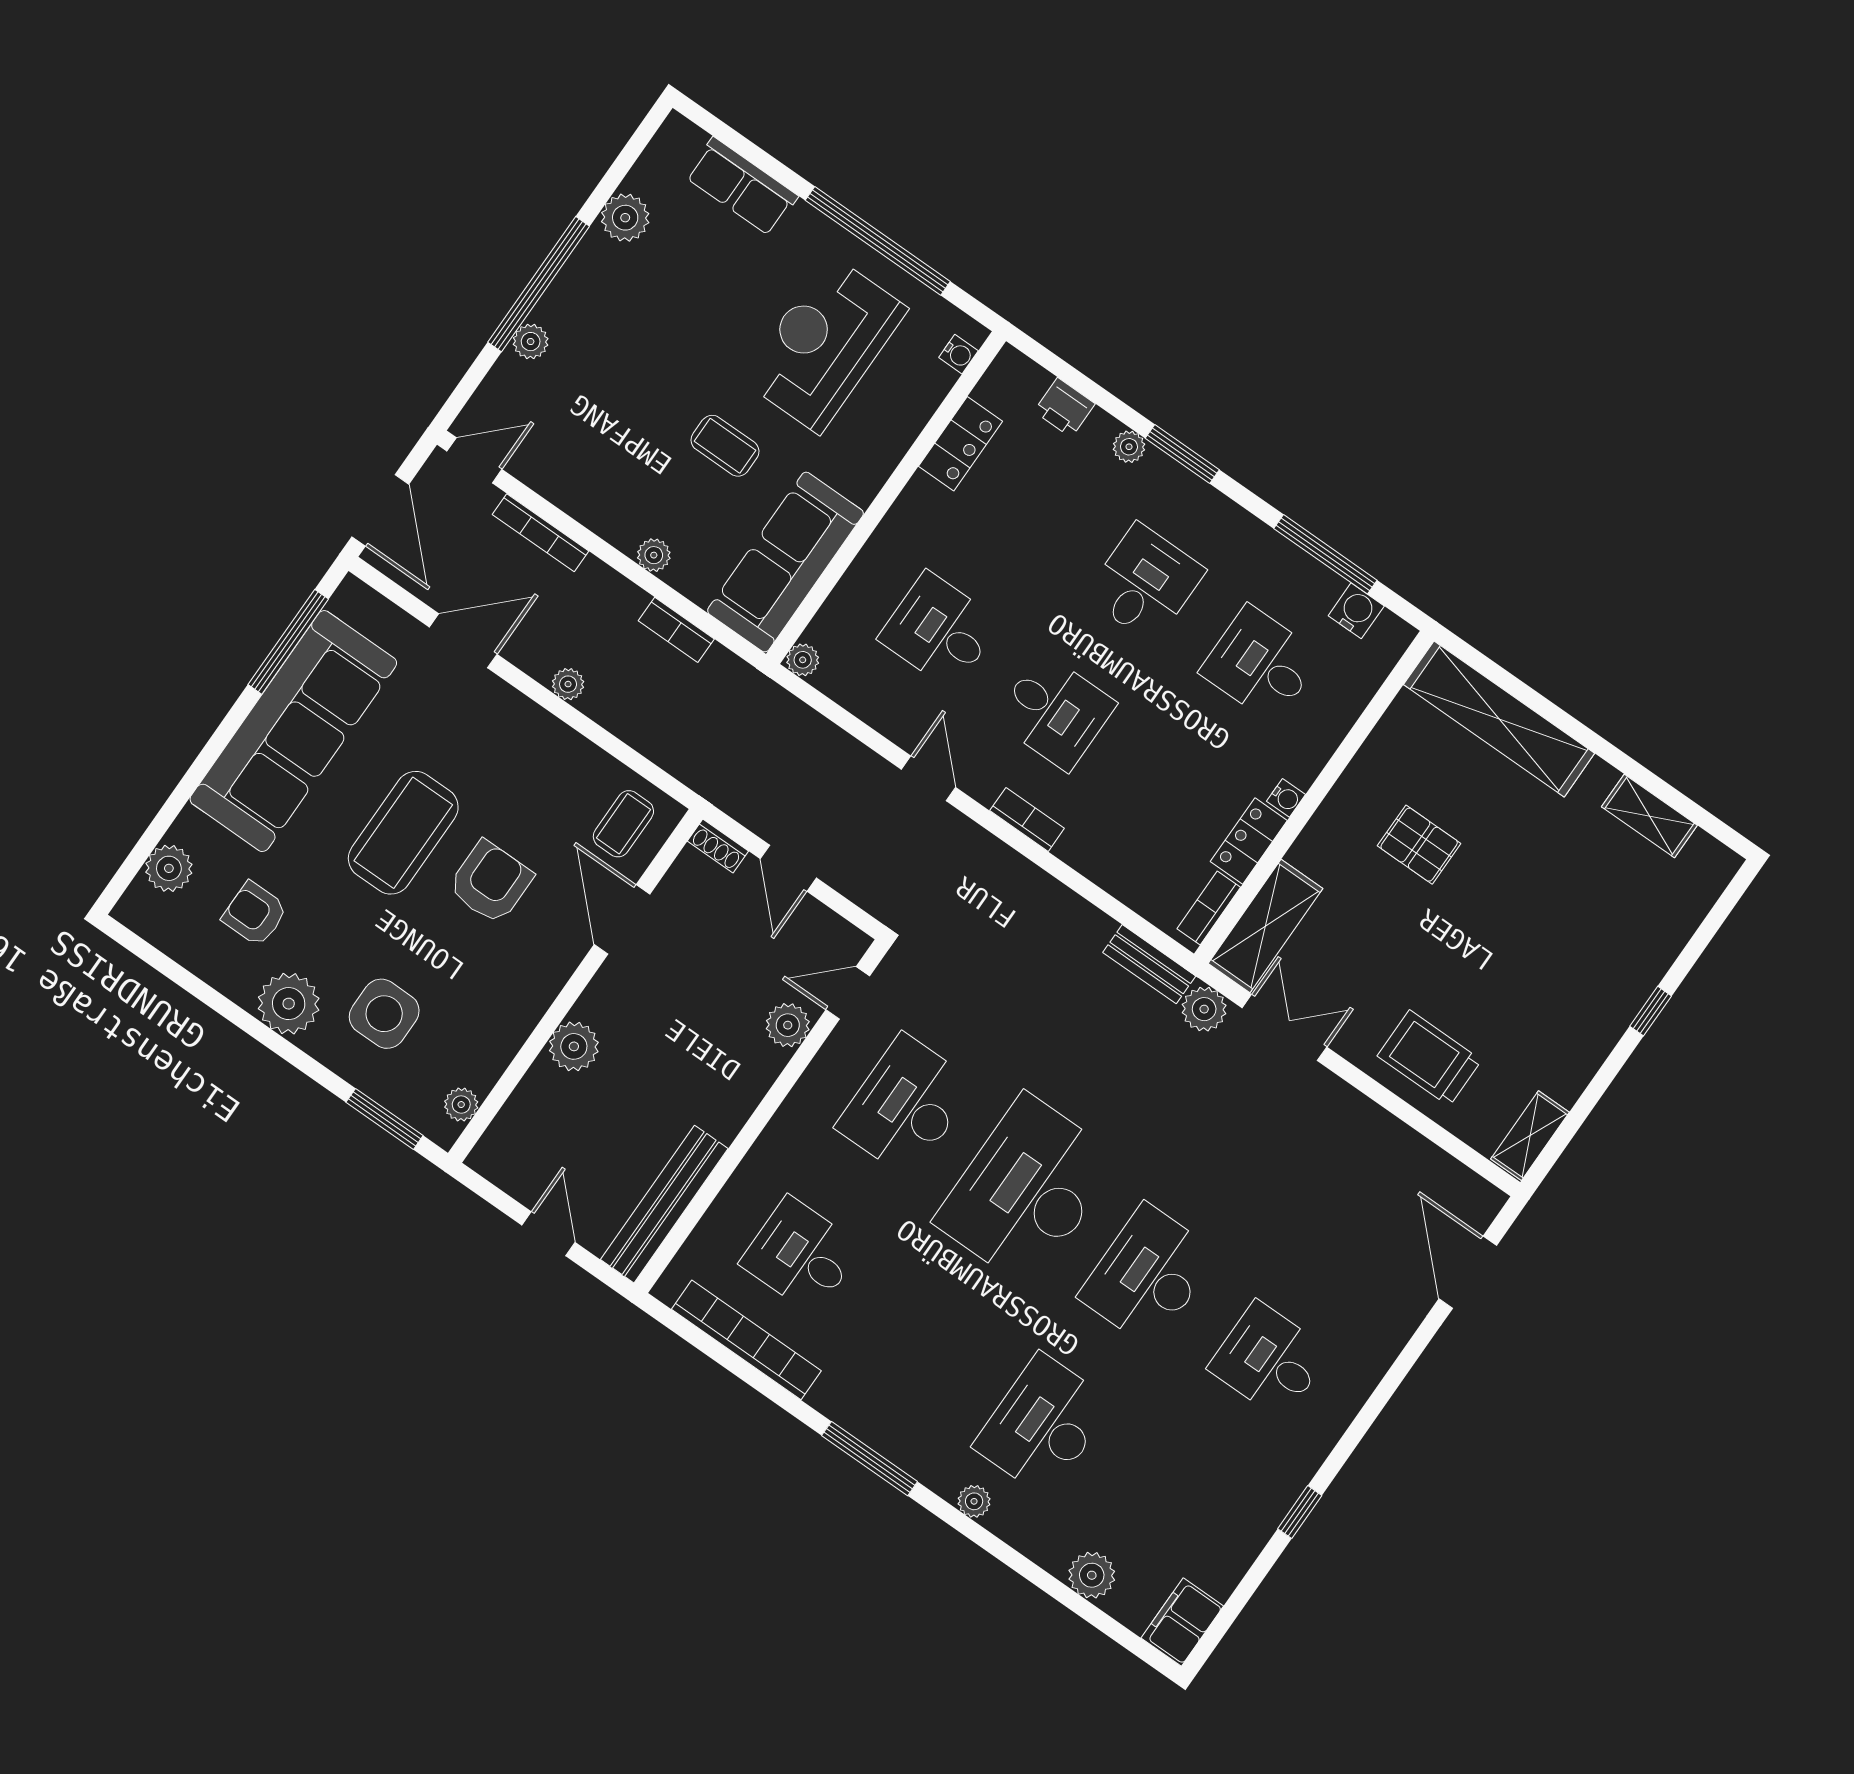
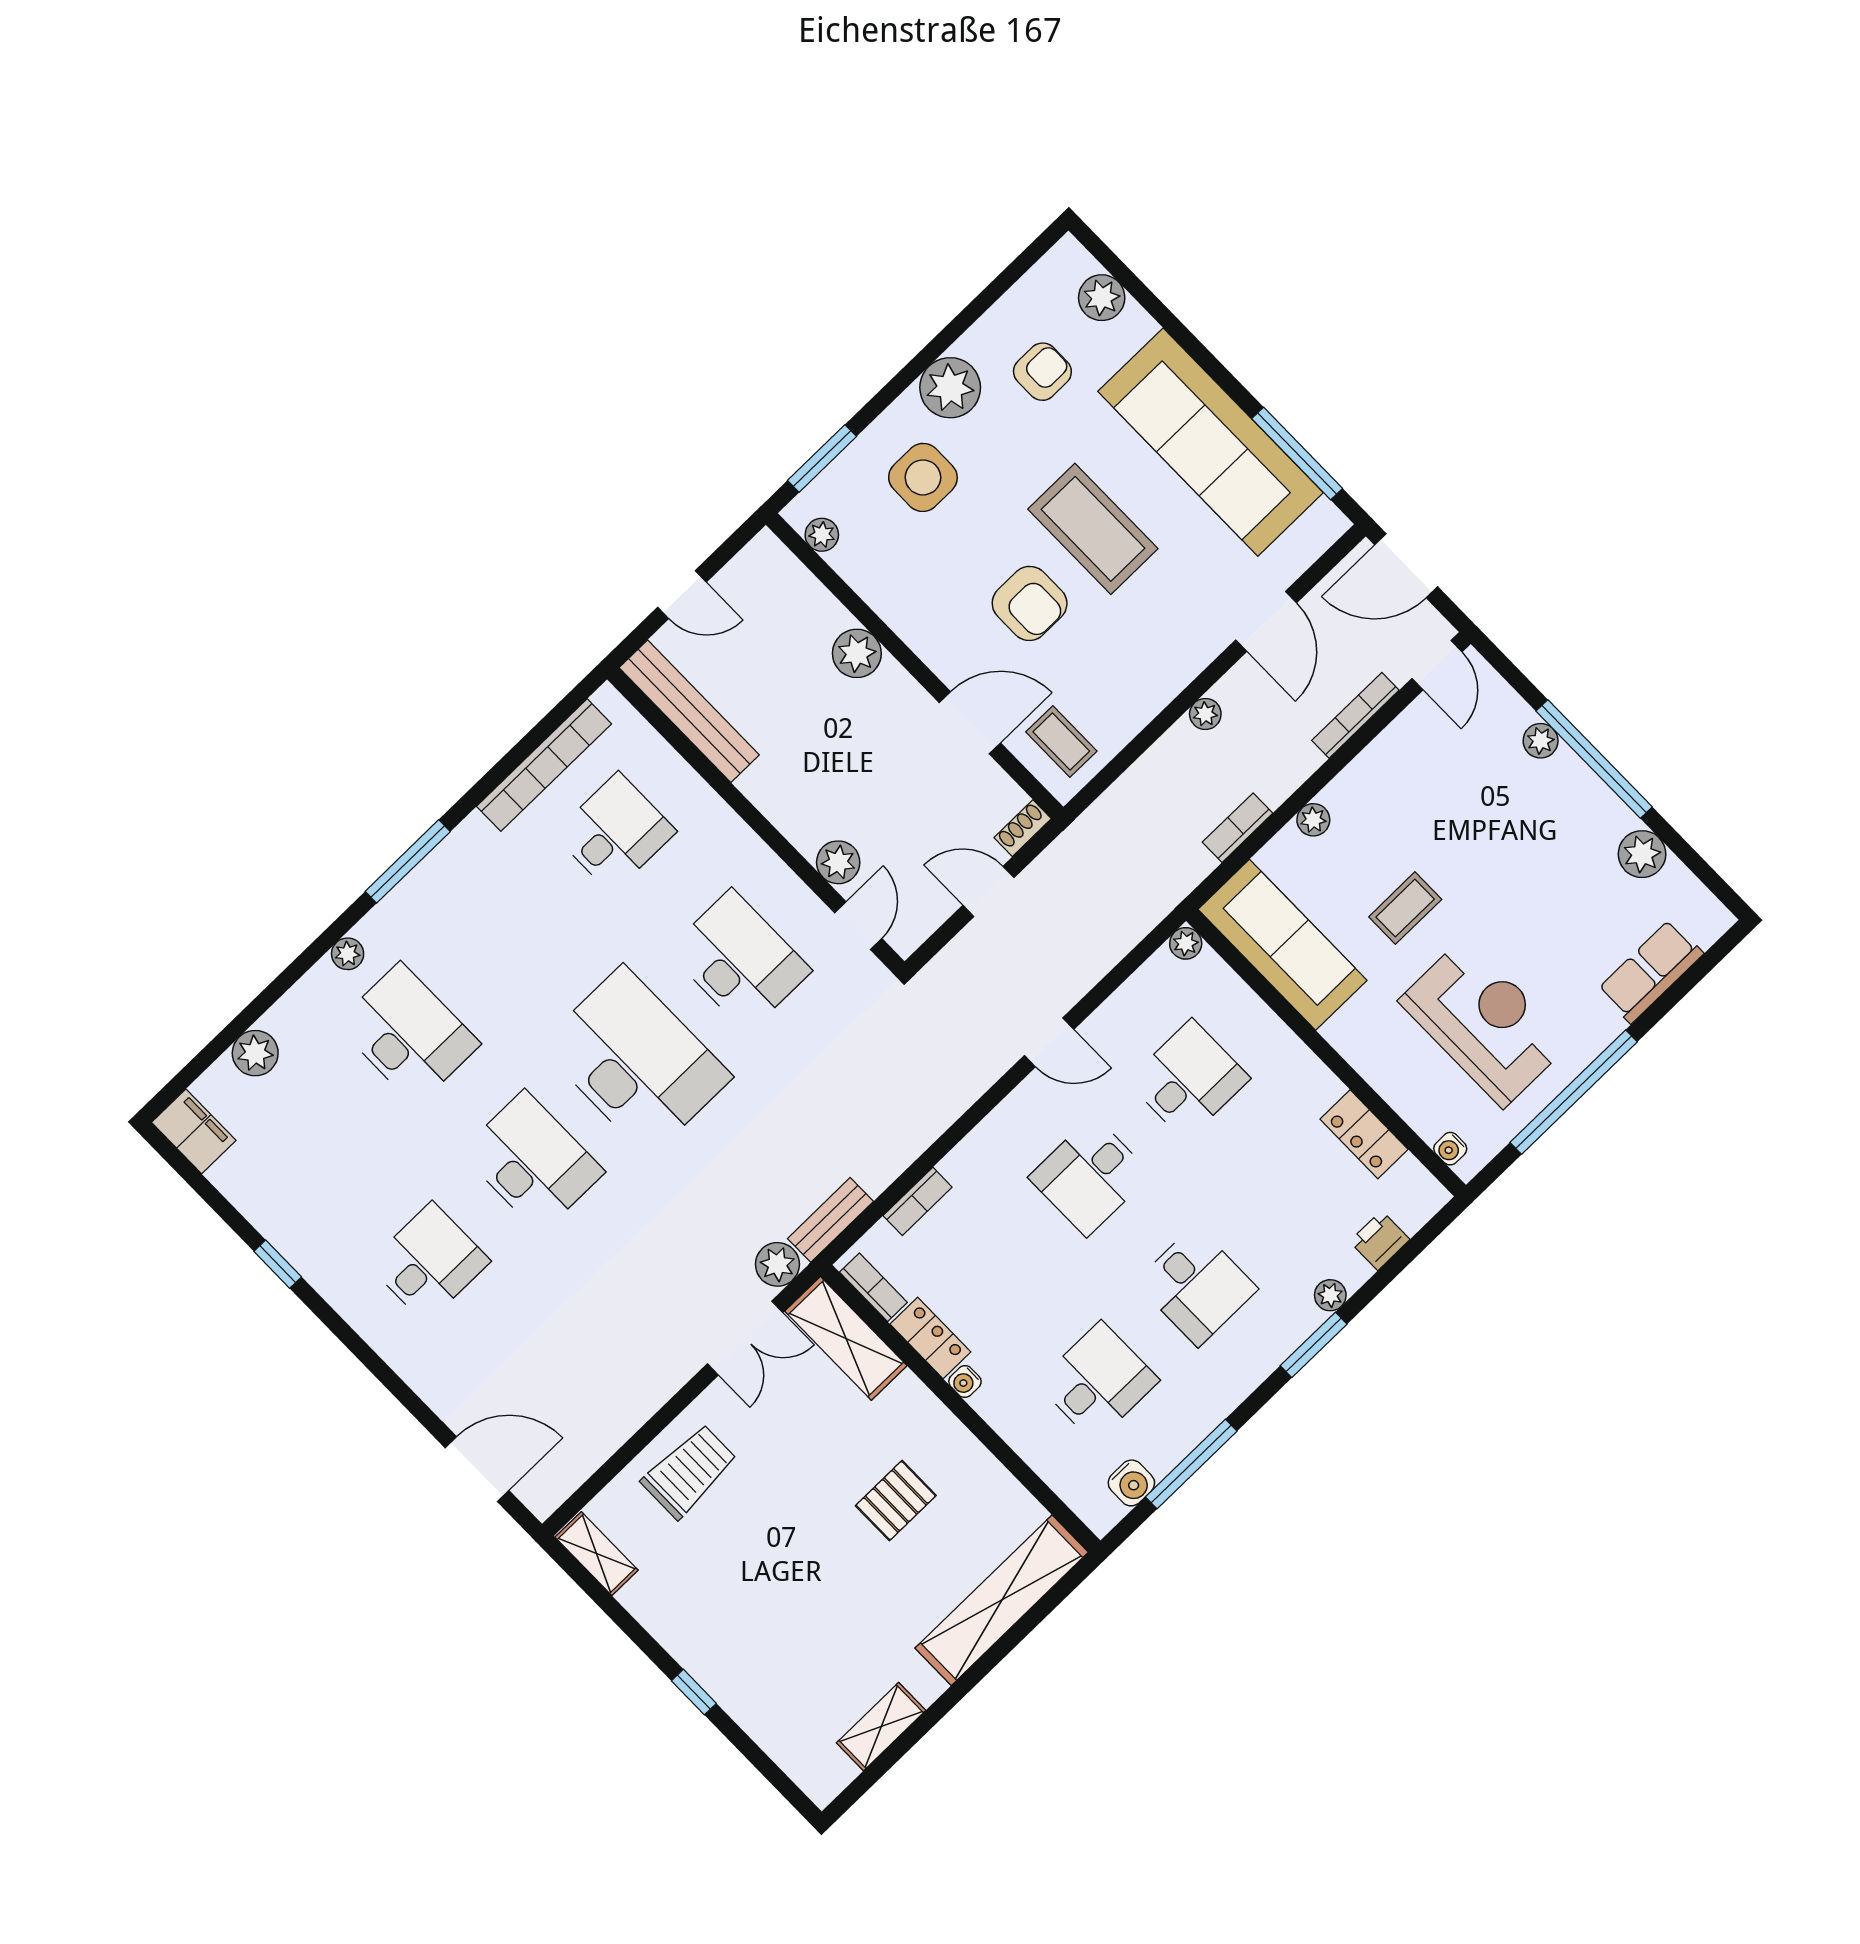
bookcase: (1027, 819) -> (918, 1201), moved

